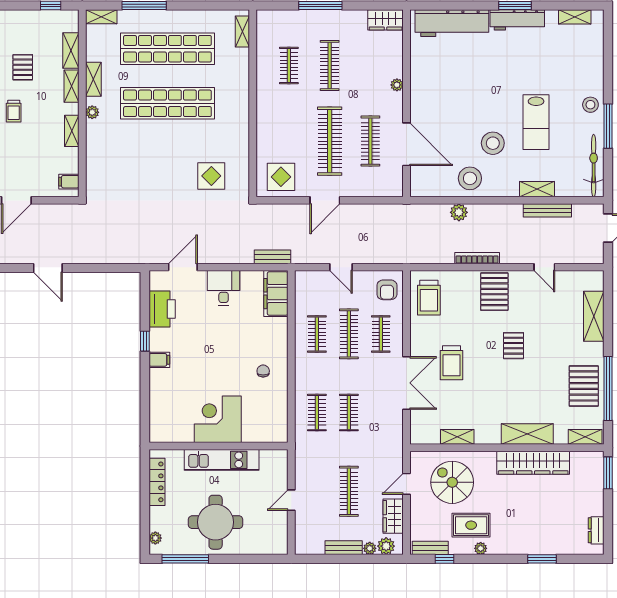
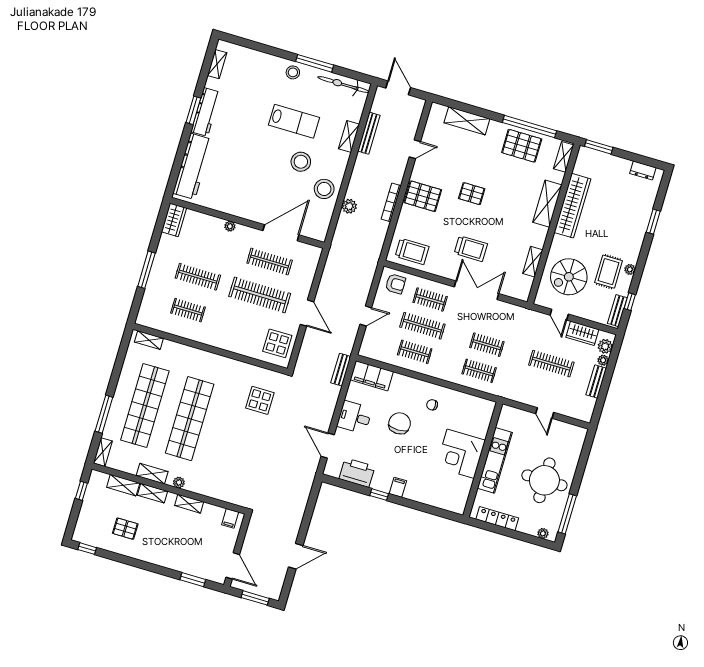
trolley: (14, 111) -> (159, 547), removed
chair: (232, 341) -> (400, 423), added

